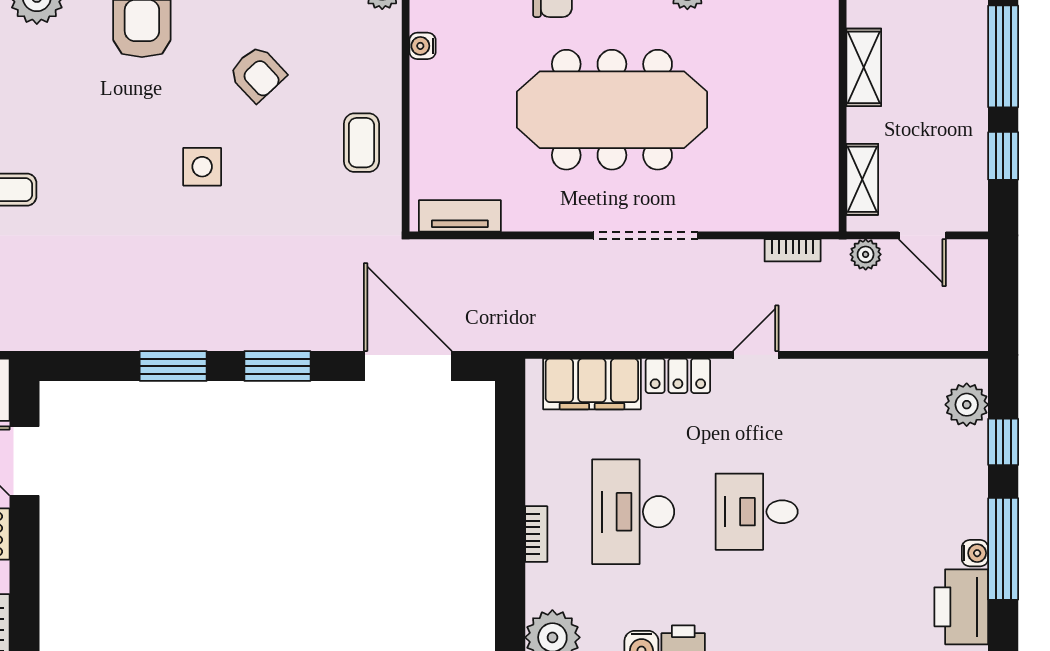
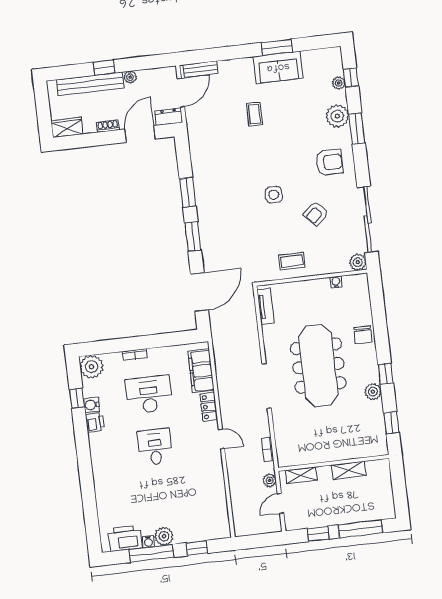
plant: (967, 405) -> (164, 536), moved

